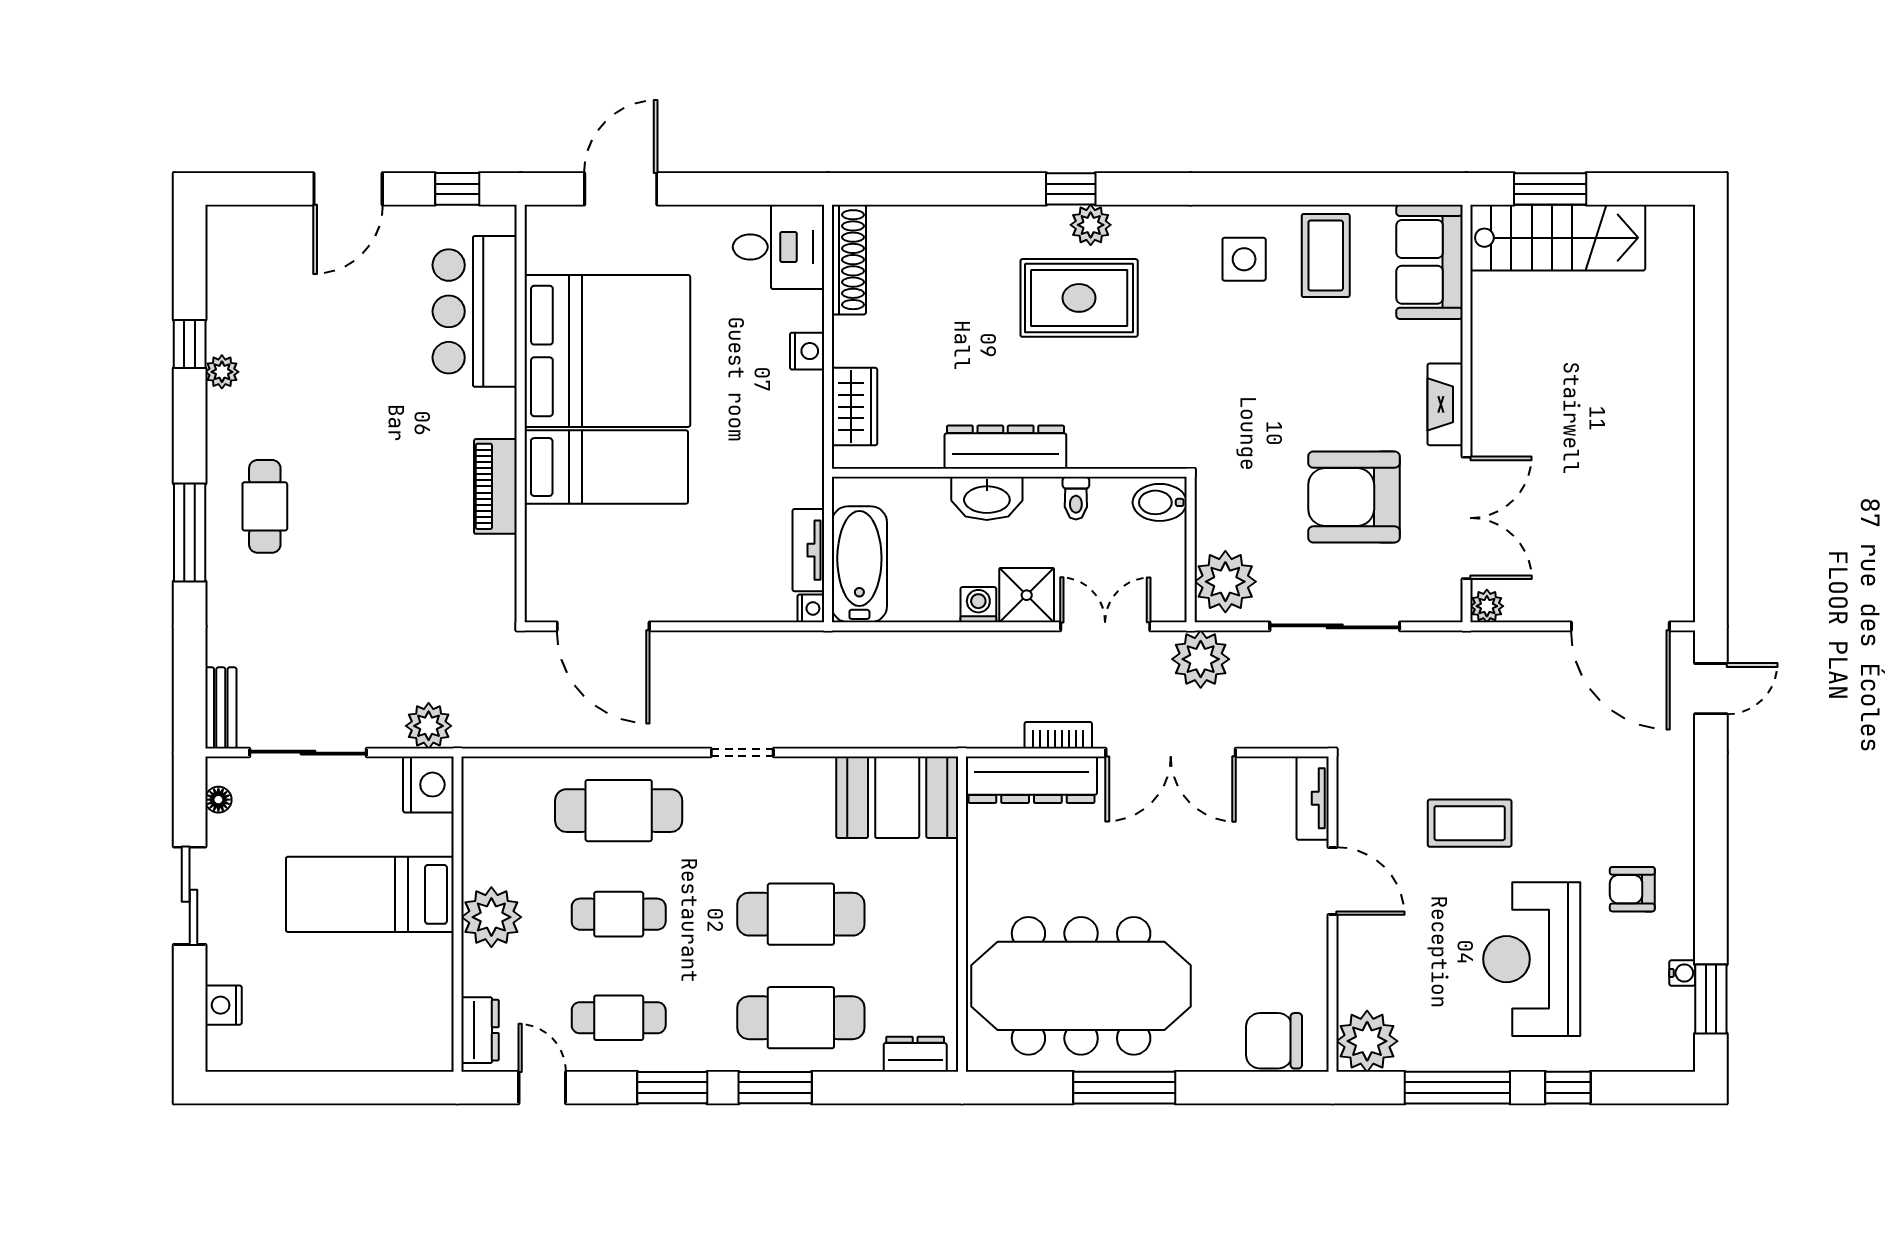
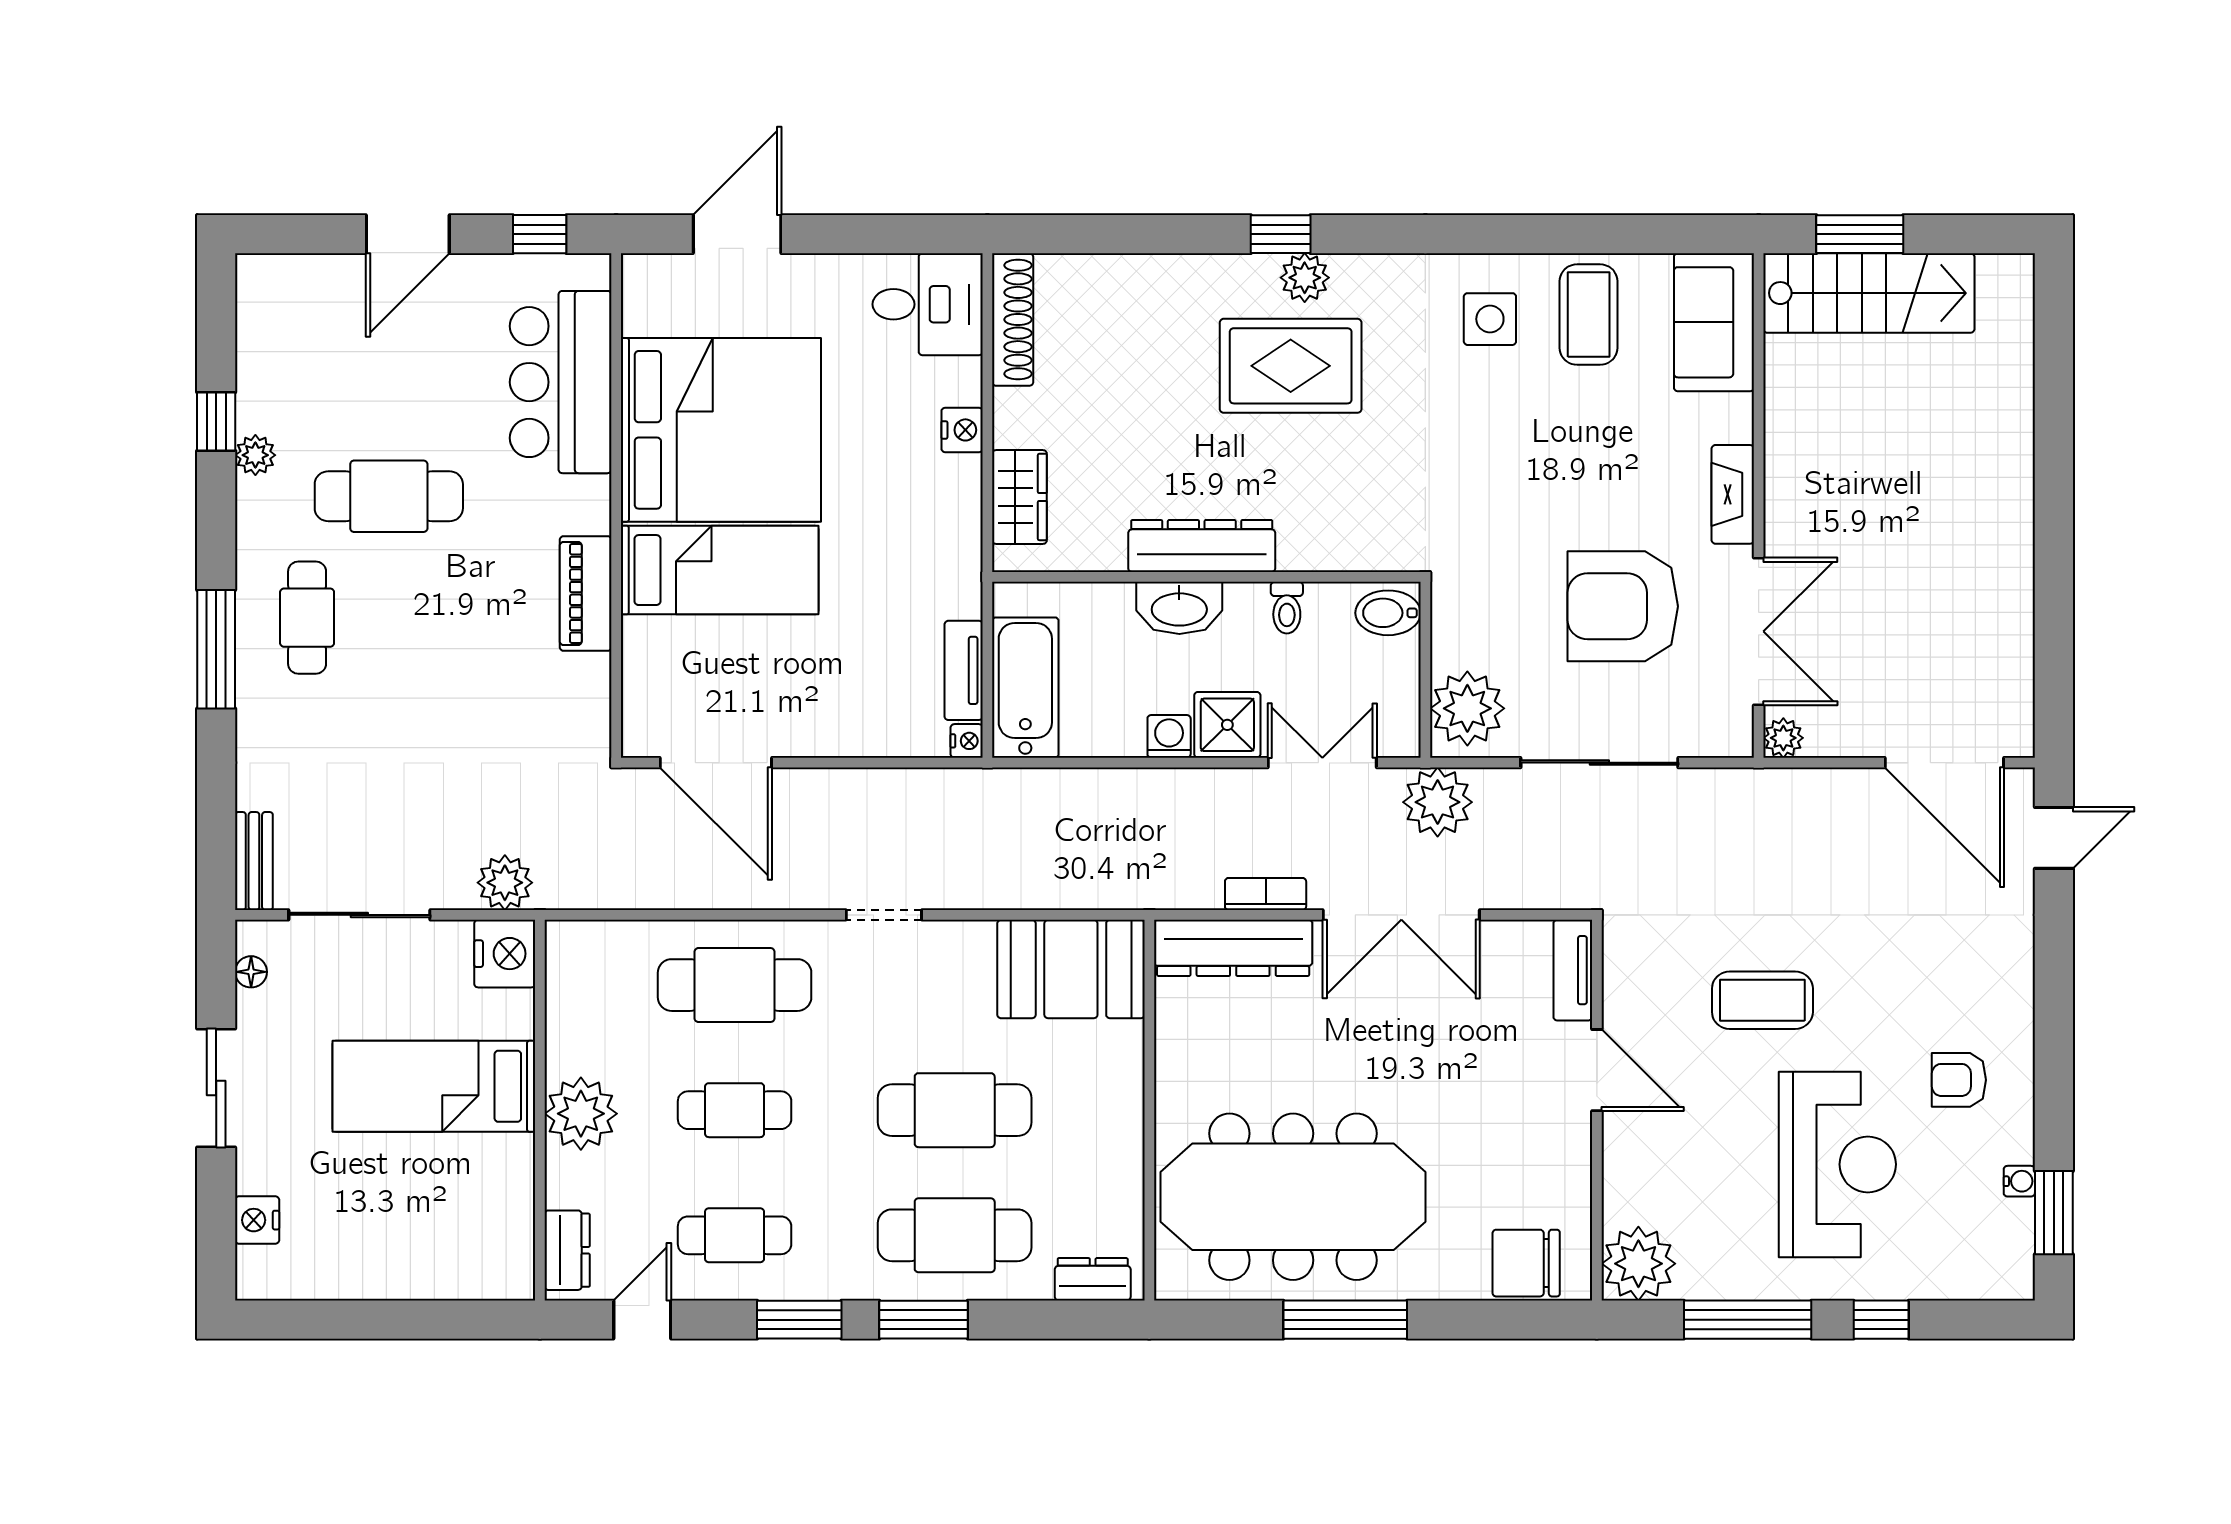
cafe table: (332, 406) -> (389, 496), added
reception desk: (1532, 959) -> (1837, 1164), turned 180
door: (542, 1088) -> (642, 1320), hinge flipped

